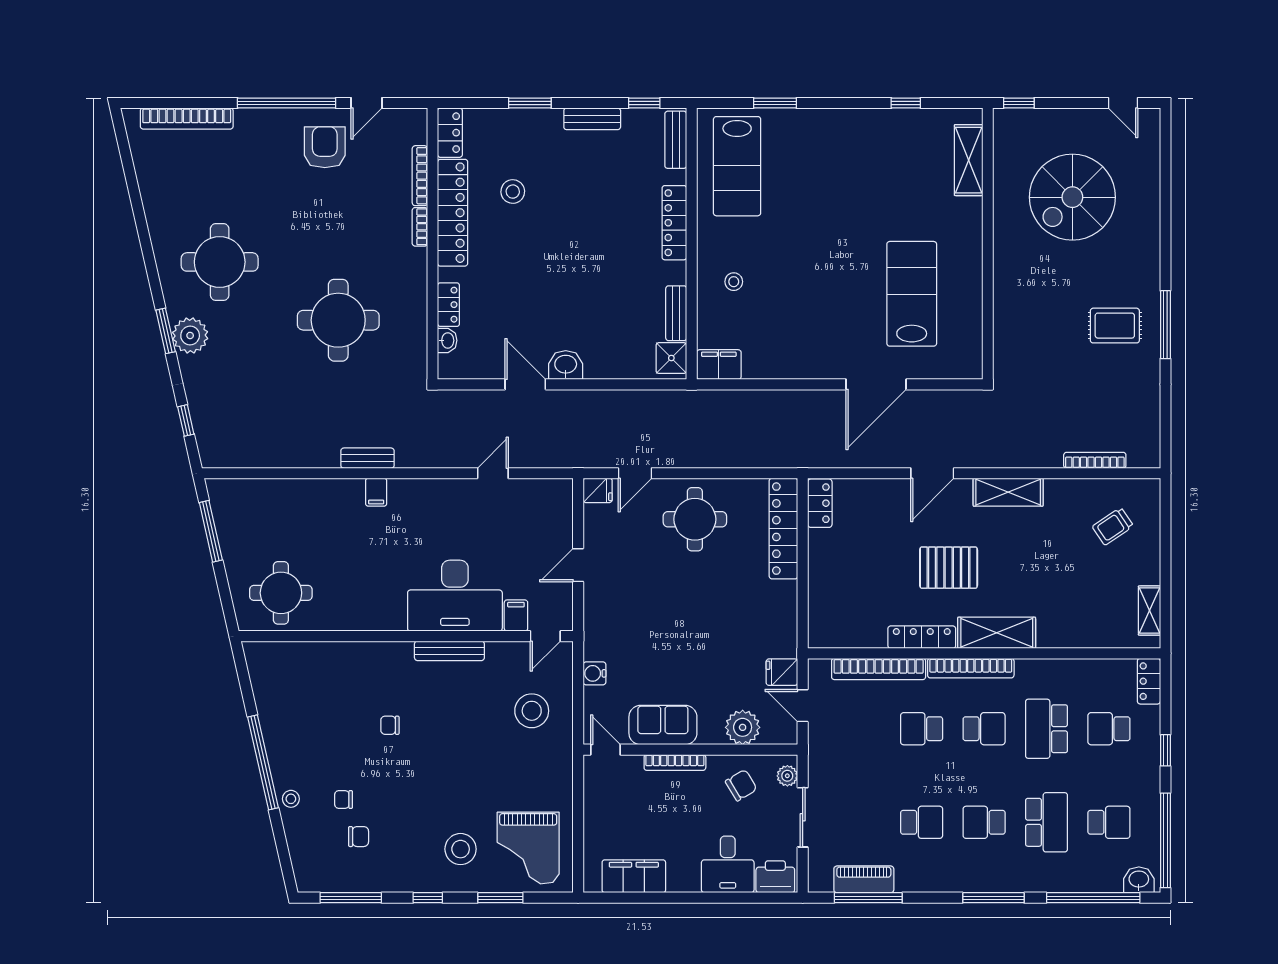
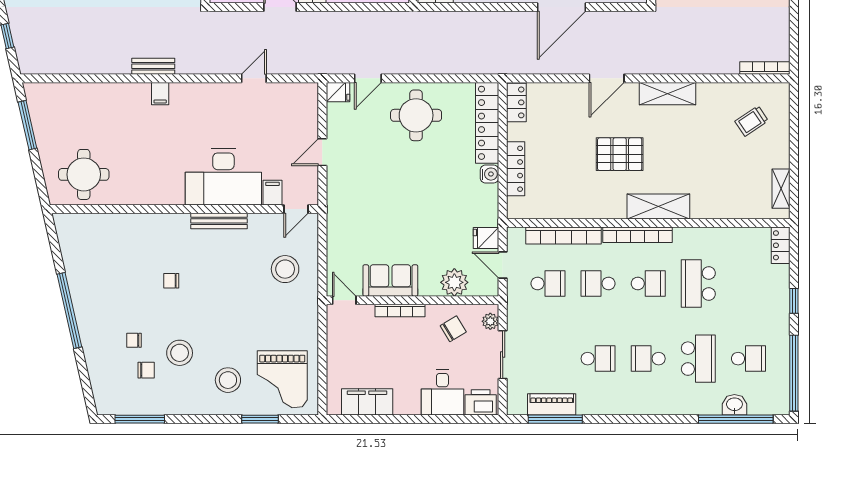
bookcase: (1095, 460) -> (765, 68), moved
locker: (922, 637) -> (516, 169), moved, turned 90
water cooler: (594, 673) -> (489, 174), moved, turned 180
school desk: (1109, 729) -> (548, 284), moved, turned 180
stool: (291, 799) -> (180, 353), moved, width x1.89, depth x1.89
washbasin: (1139, 880) -> (734, 405), moved
window: (428, 898) -> (202, 419), removed
window: (993, 898) -> (656, 419), removed

